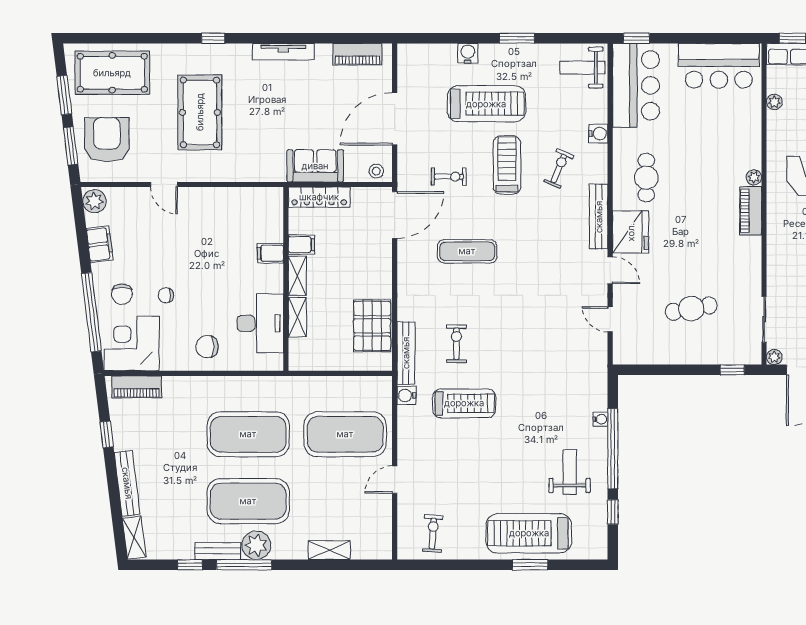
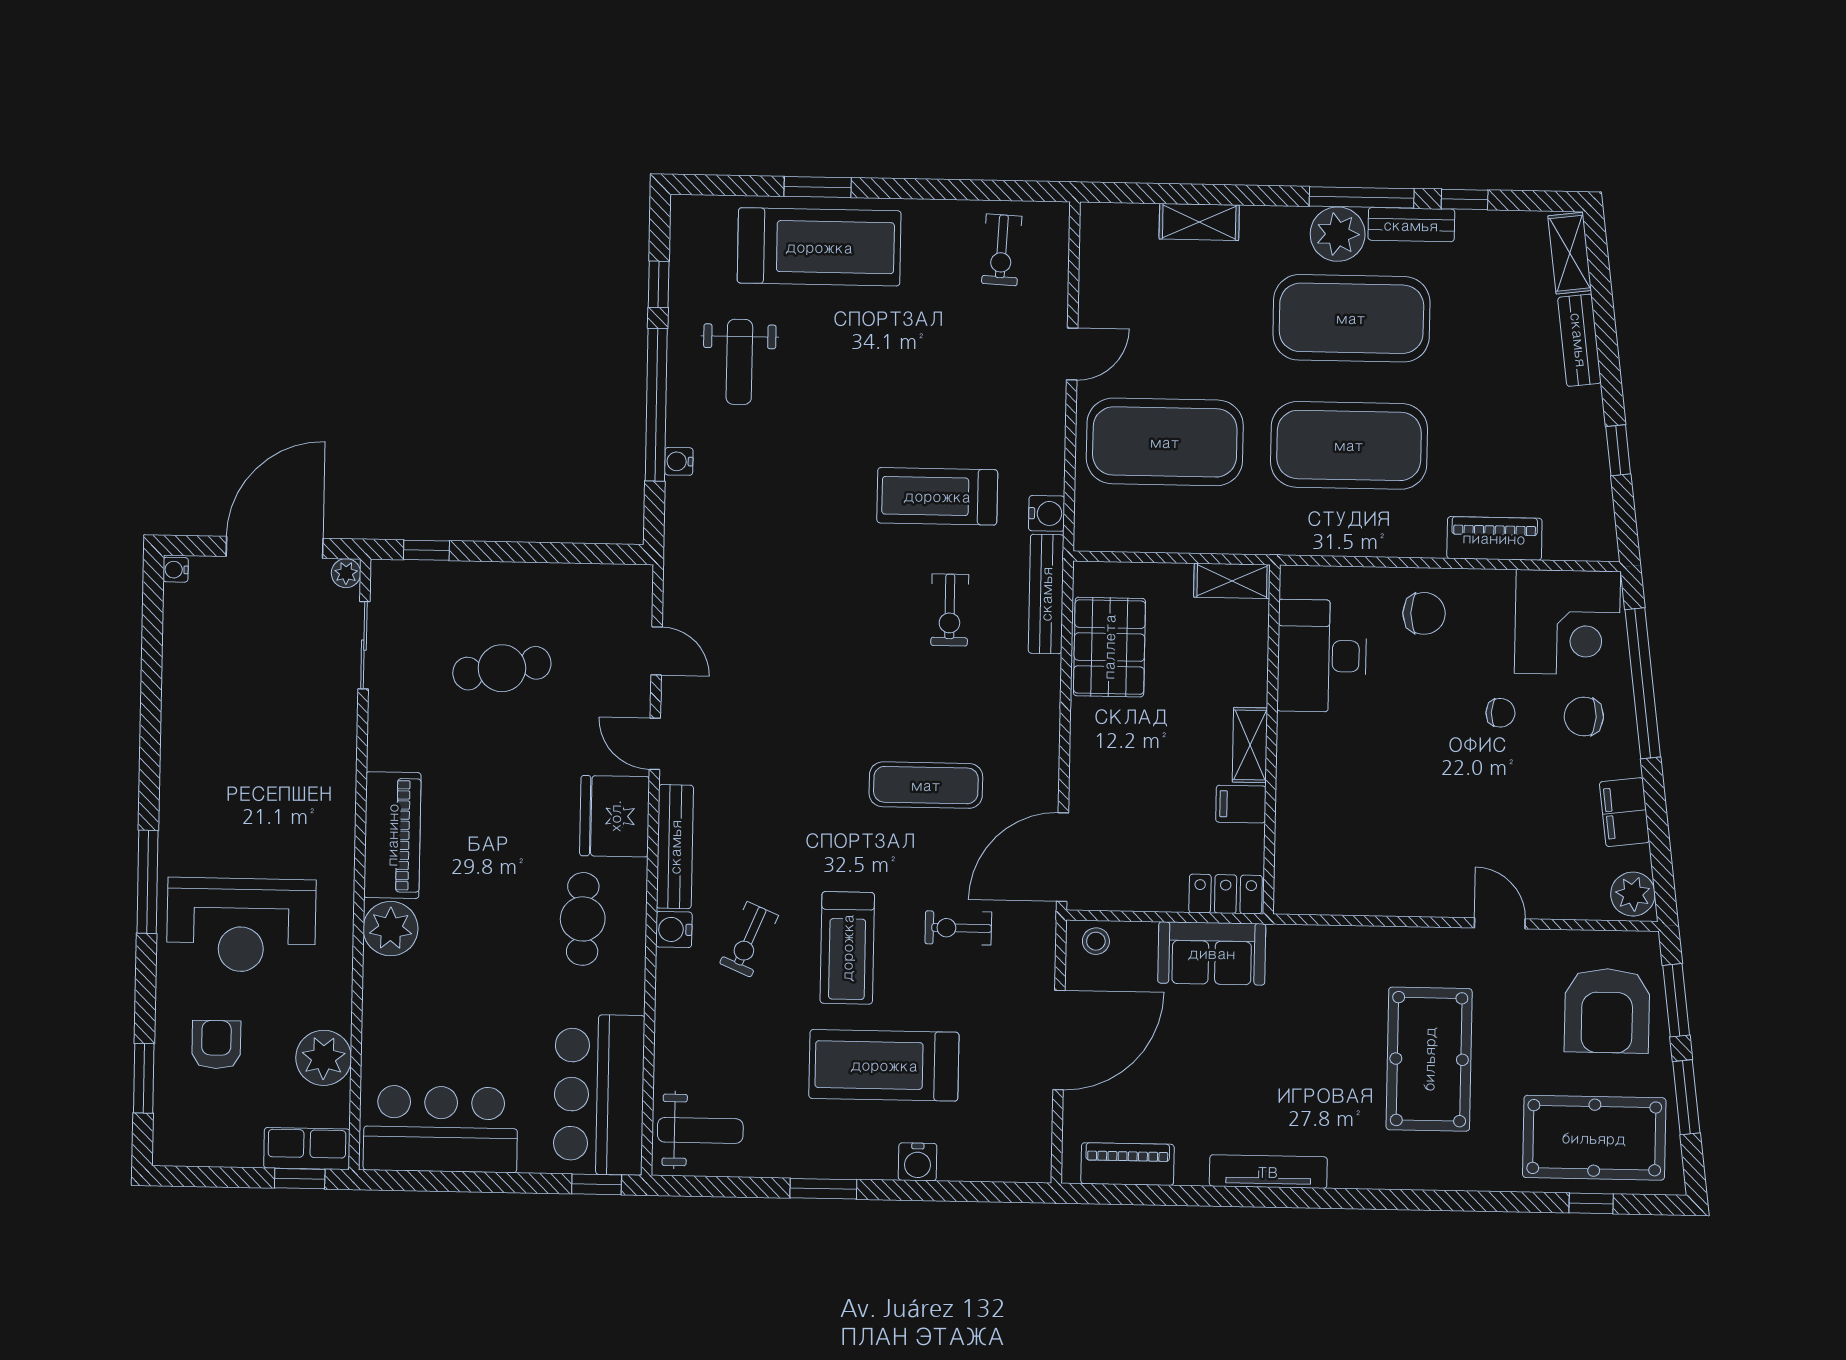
window: (213, 38) -> (1591, 1203), moved
plant: (774, 102) -> (324, 1058), width x1.88, depth x1.88
water cooler: (598, 134) -> (674, 930), moved
plant: (754, 177) -> (391, 929), width x1.88, depth x1.88
locker: (319, 197) -> (1226, 894), width x0.66
piano: (751, 211) -> (392, 835), width x1.37, depth x1.33
filing cabinet: (270, 253) -> (1300, 789), removed
chair: (122, 294) -> (1584, 717), turned -88
shelving: (297, 317) -> (1232, 581), moved, turned 90
piano: (137, 387) -> (1494, 538), moved
bench: (127, 483) -> (1579, 340), width x0.73

